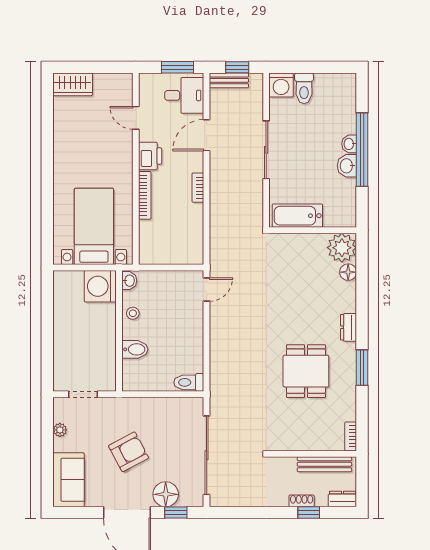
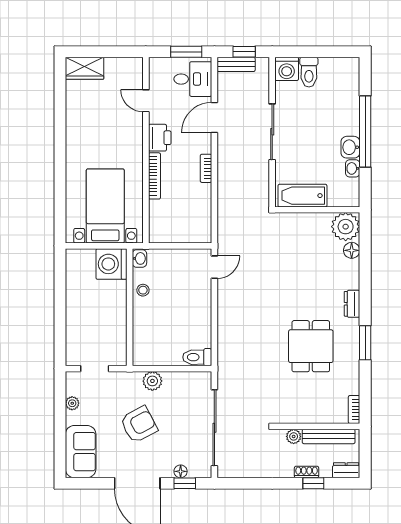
washbasin: (349, 144) -> (353, 168), moved
bidet: (135, 349) -> (145, 325), removed
plant: (143, 407) -> (152, 381), added
plant: (288, 464) -> (294, 436), added
floor lamp: (166, 494) -> (181, 471), width x0.53, depth x0.53

